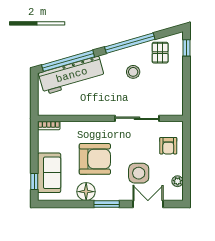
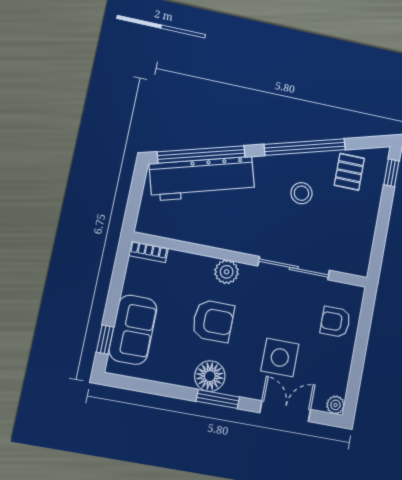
plant: (97, 128) -> (227, 272), added
armchair: (168, 146) -> (335, 322), turned 90
armchair: (95, 159) -> (213, 321), width x0.73, depth x0.73
plant: (178, 181) -> (335, 405), moved
floor lamp: (86, 192) -> (210, 376), moved

